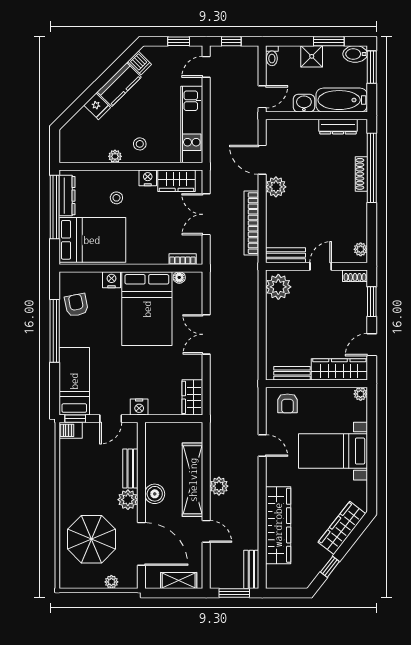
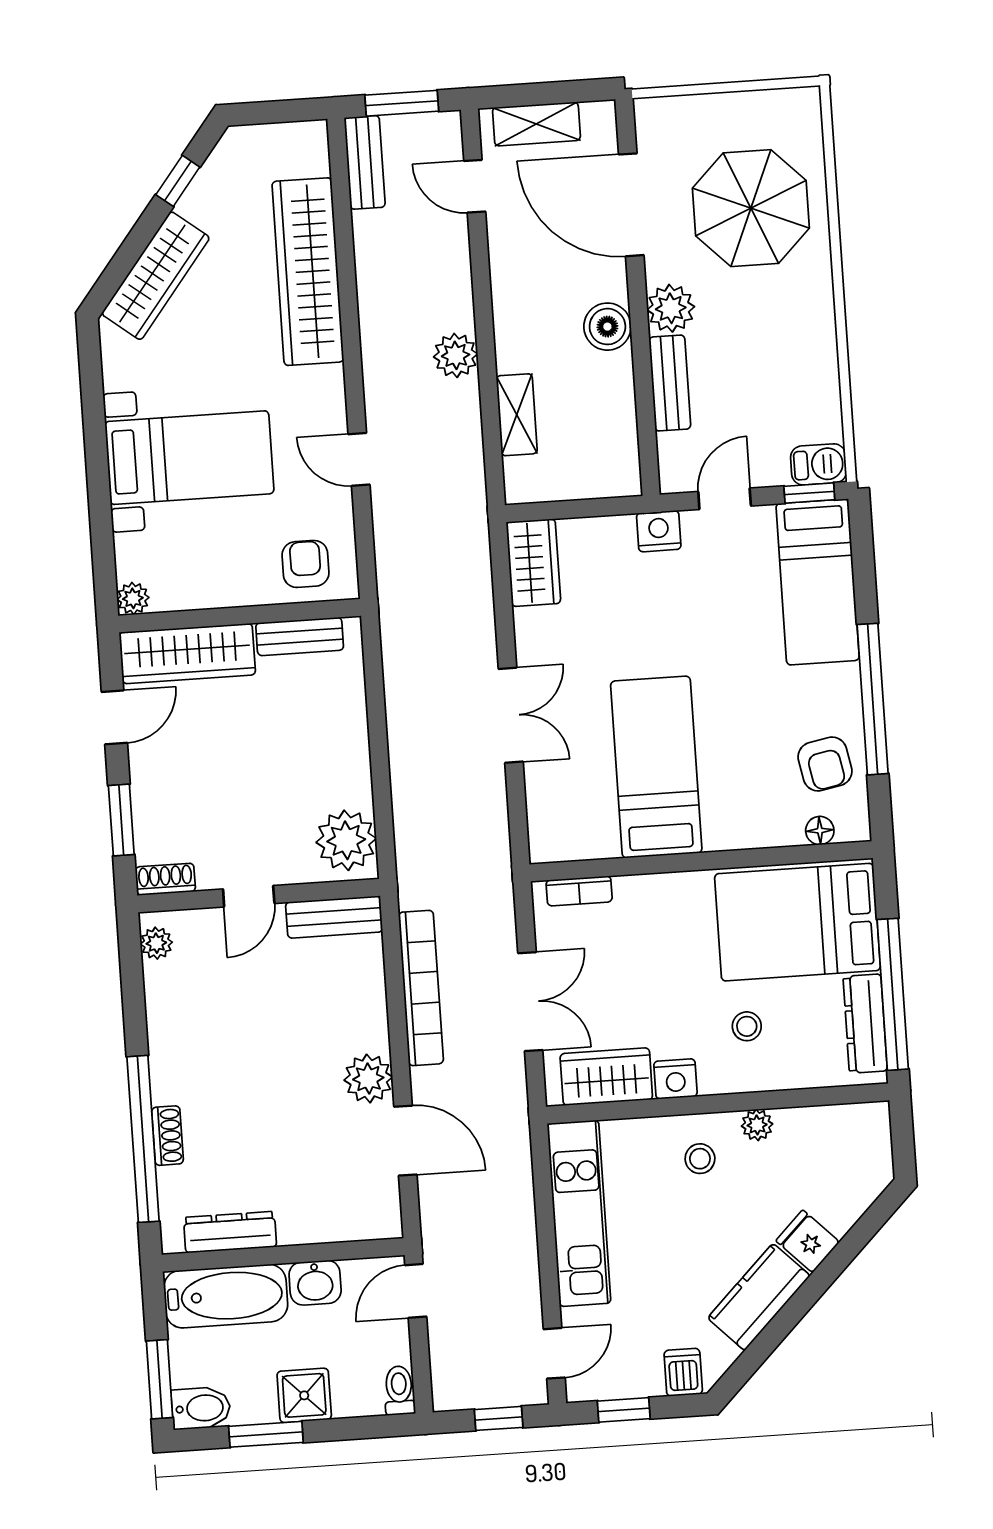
dishwasher: (140, 63) -> (683, 1372), moved, turned 45
shoe rack: (361, 174) -> (167, 1136), width x0.70
floor lamp: (179, 277) -> (820, 831), moved
nightstand: (112, 280) -> (745, 830), removed
bed: (147, 309) -> (656, 767), width x0.67
shelving: (193, 480) -> (517, 415), width x0.45, depth x0.75
door: (206, 531) -> (475, 186), moved
plant: (111, 582) -> (696, 110), removed

